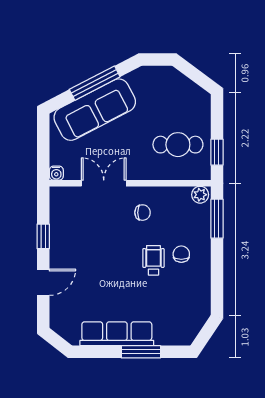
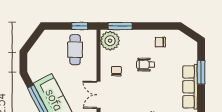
plant: (200, 195) -> (110, 41), width x1.88, depth x1.88
chair: (181, 254) -> (160, 42), moved

